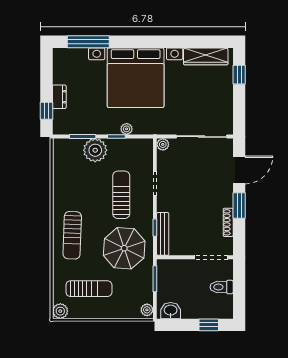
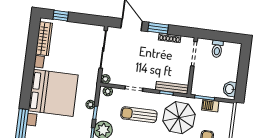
barbecue: (146, 288) -> (210, 106), added
plant: (147, 310) -> (108, 91), moved
window: (209, 325) -> (244, 62), removed

